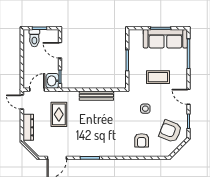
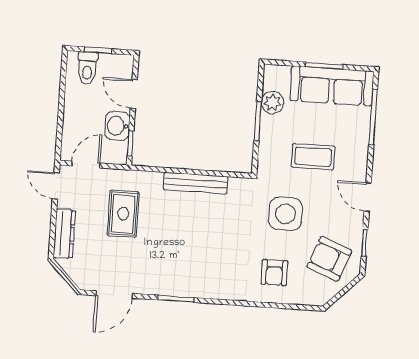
plant: (134, 50) -> (272, 102), added
washbasin: (52, 81) -> (117, 126), moved
side table: (145, 109) -> (285, 214), width x1.87, depth x1.87

